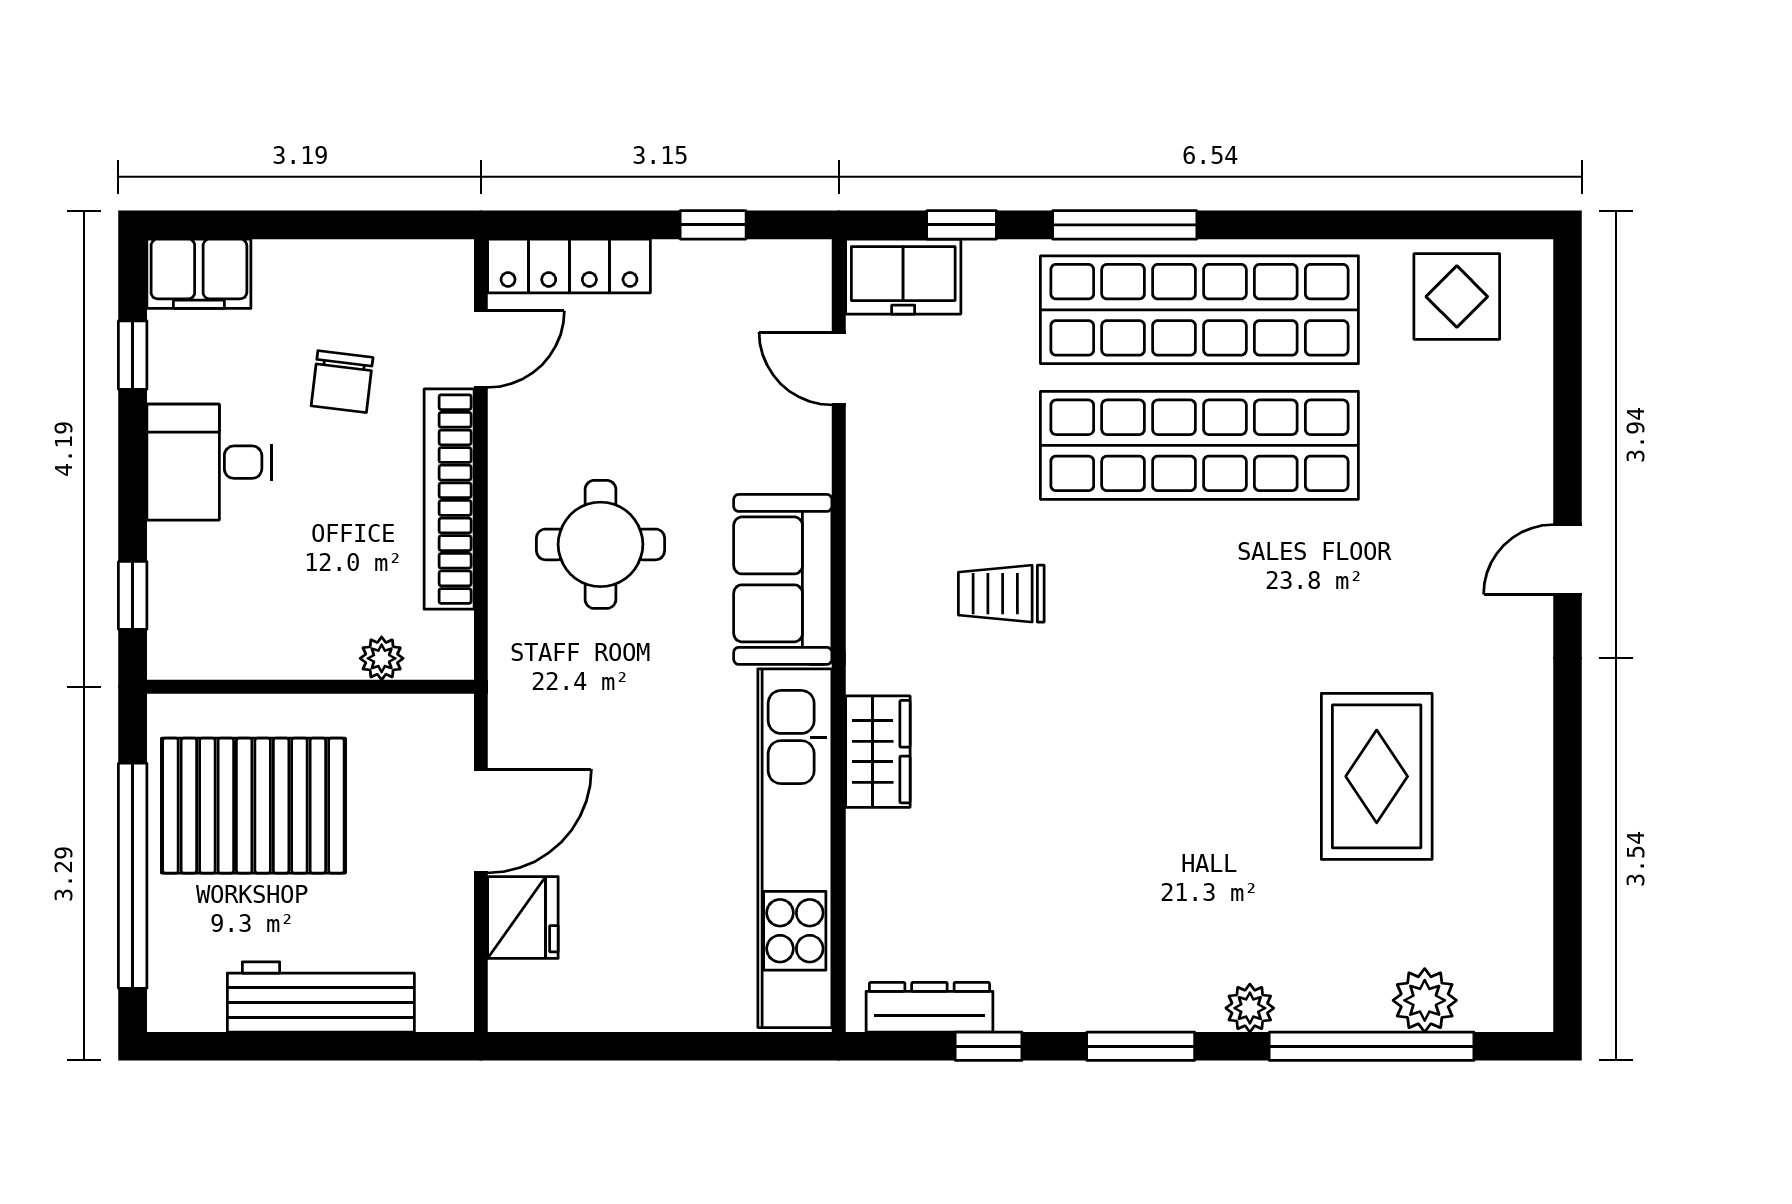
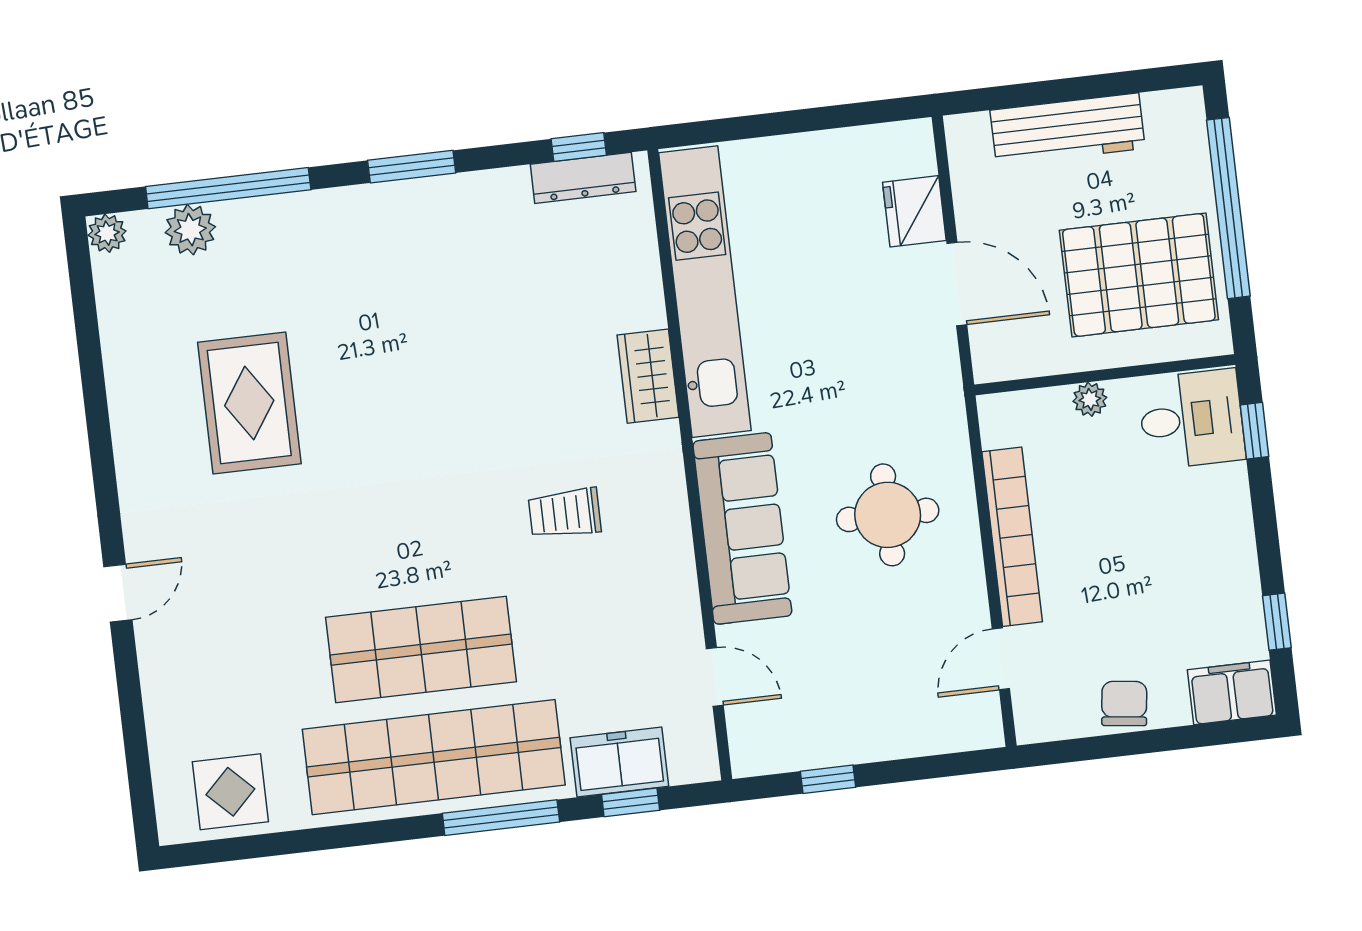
locker: (569, 266) -> (939, 733), removed
freezer: (903, 277) -> (619, 762), moved
chair: (342, 382) -> (1124, 703), moved
shop shelf: (1199, 445) -> (421, 650), width x0.71
desk: (209, 462) -> (1191, 419), moved
sofa: (783, 579) -> (742, 528), width x1.36
trolley: (1001, 594) -> (565, 513), turned 180
plant: (382, 658) -> (1090, 399), moved
door: (481, 821) -> (957, 284), swing flipped
plant: (1250, 1008) -> (107, 233), moved
window: (989, 1046) -> (579, 147), moved

